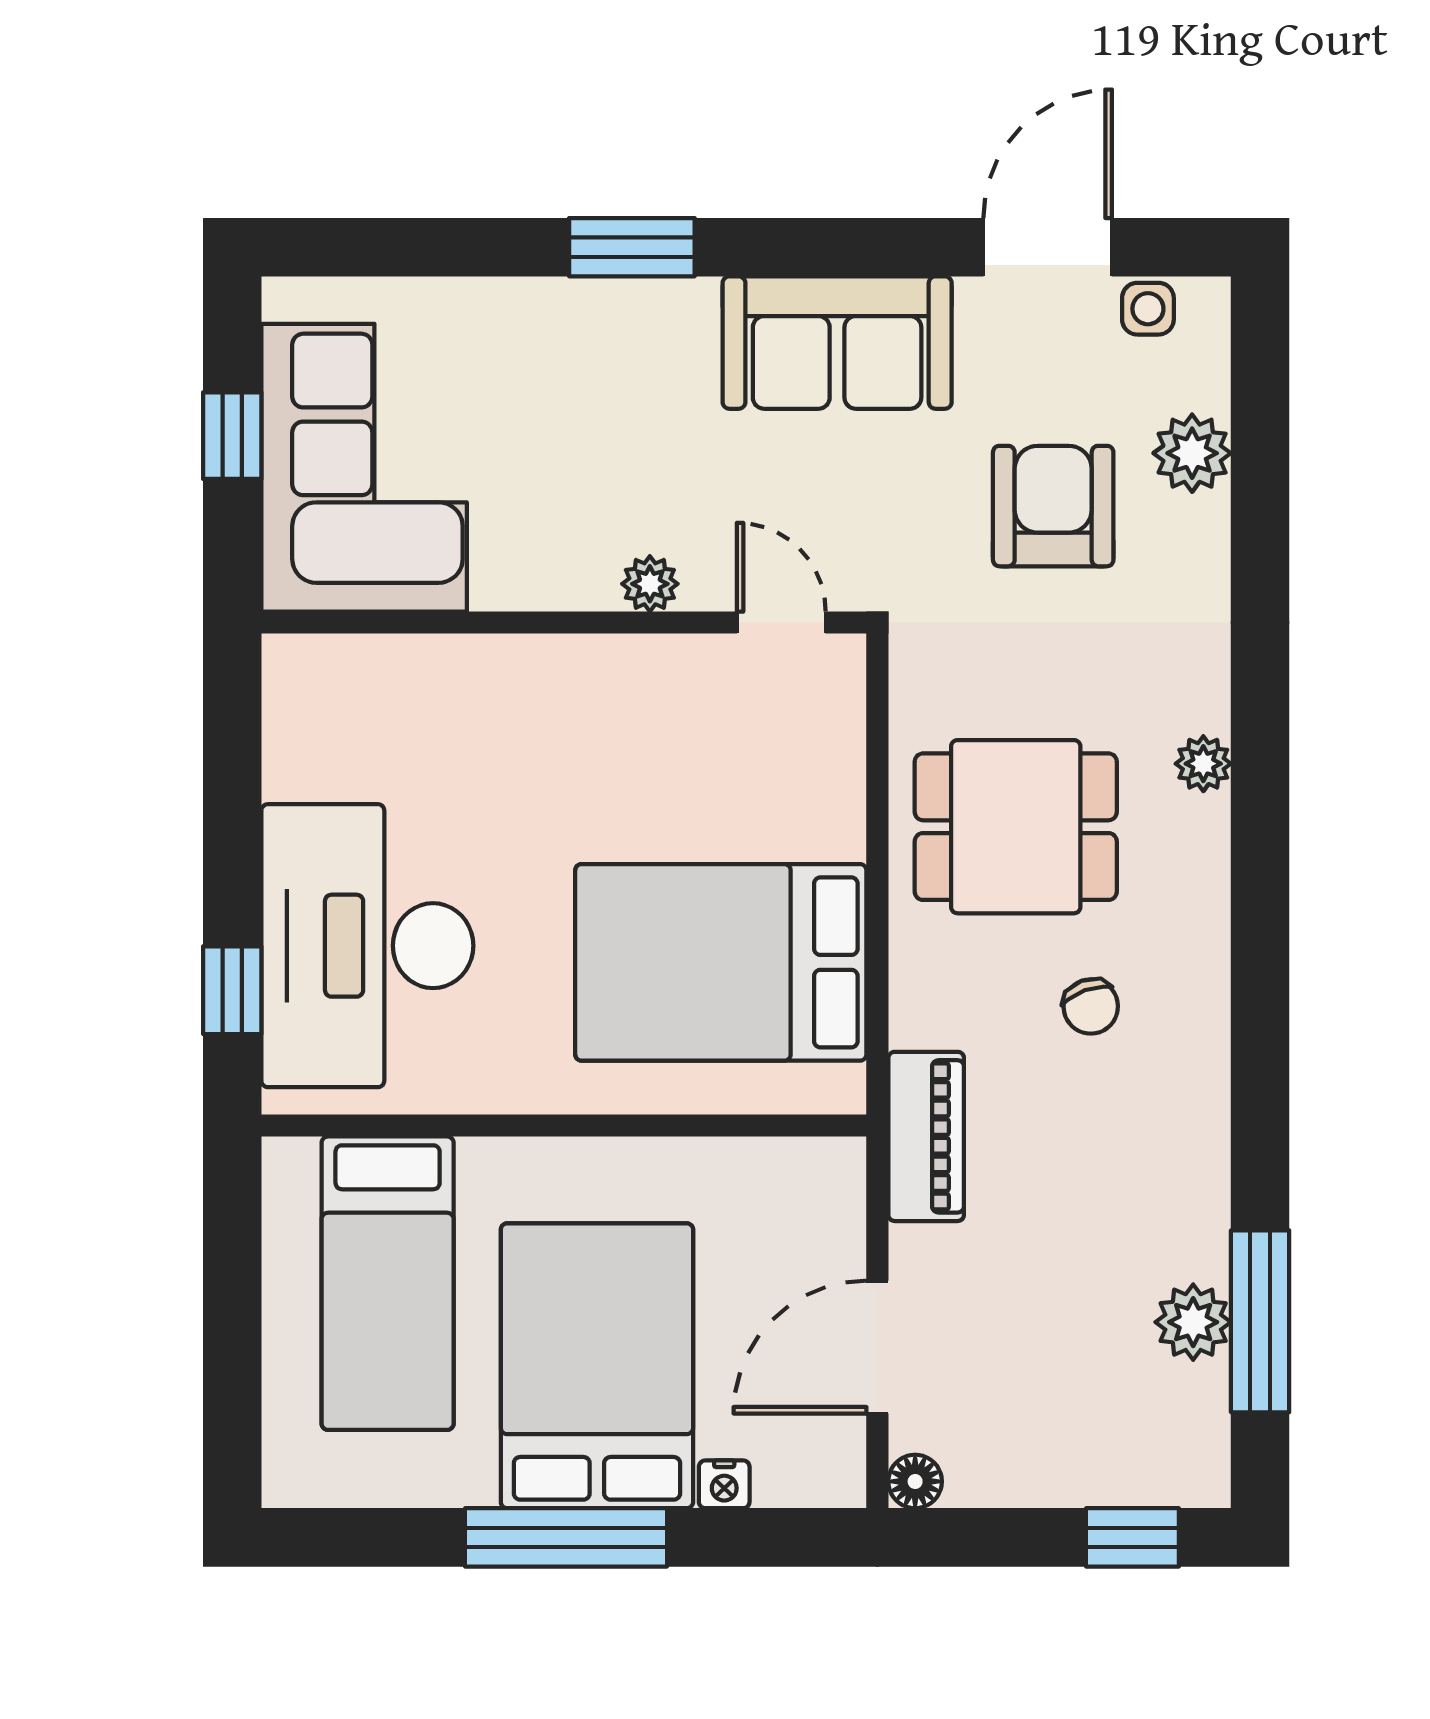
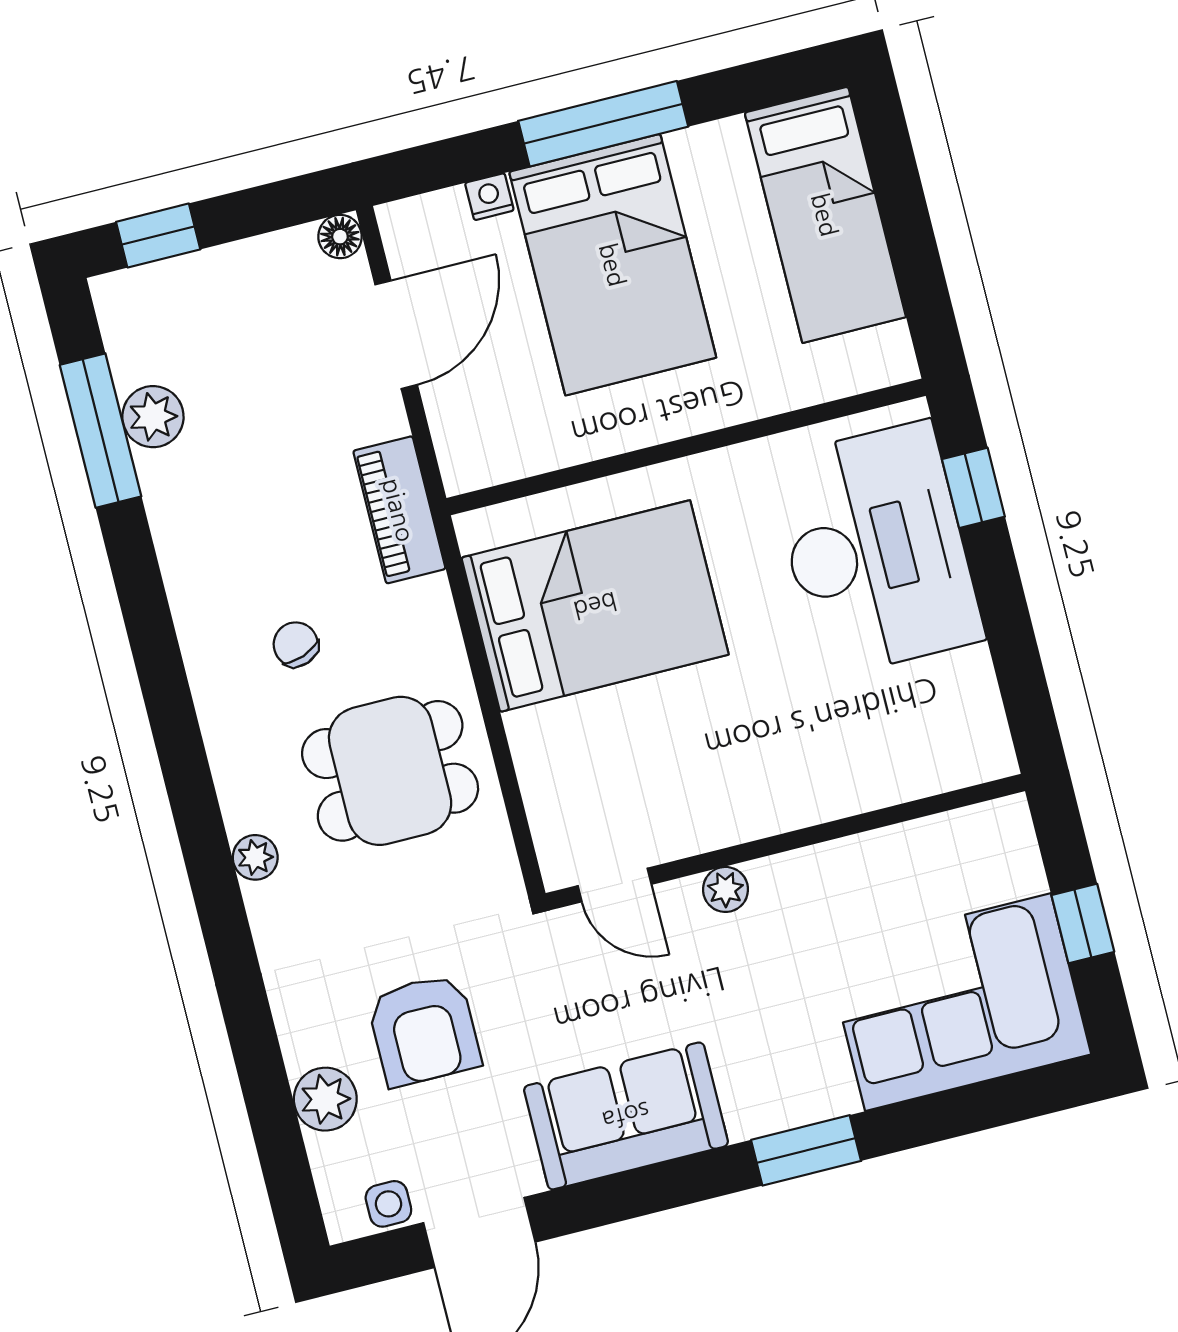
corner sofa: (364, 468) -> (958, 1002), moved, turned 90
bed: (388, 1283) -> (825, 215), moved, turned 180

